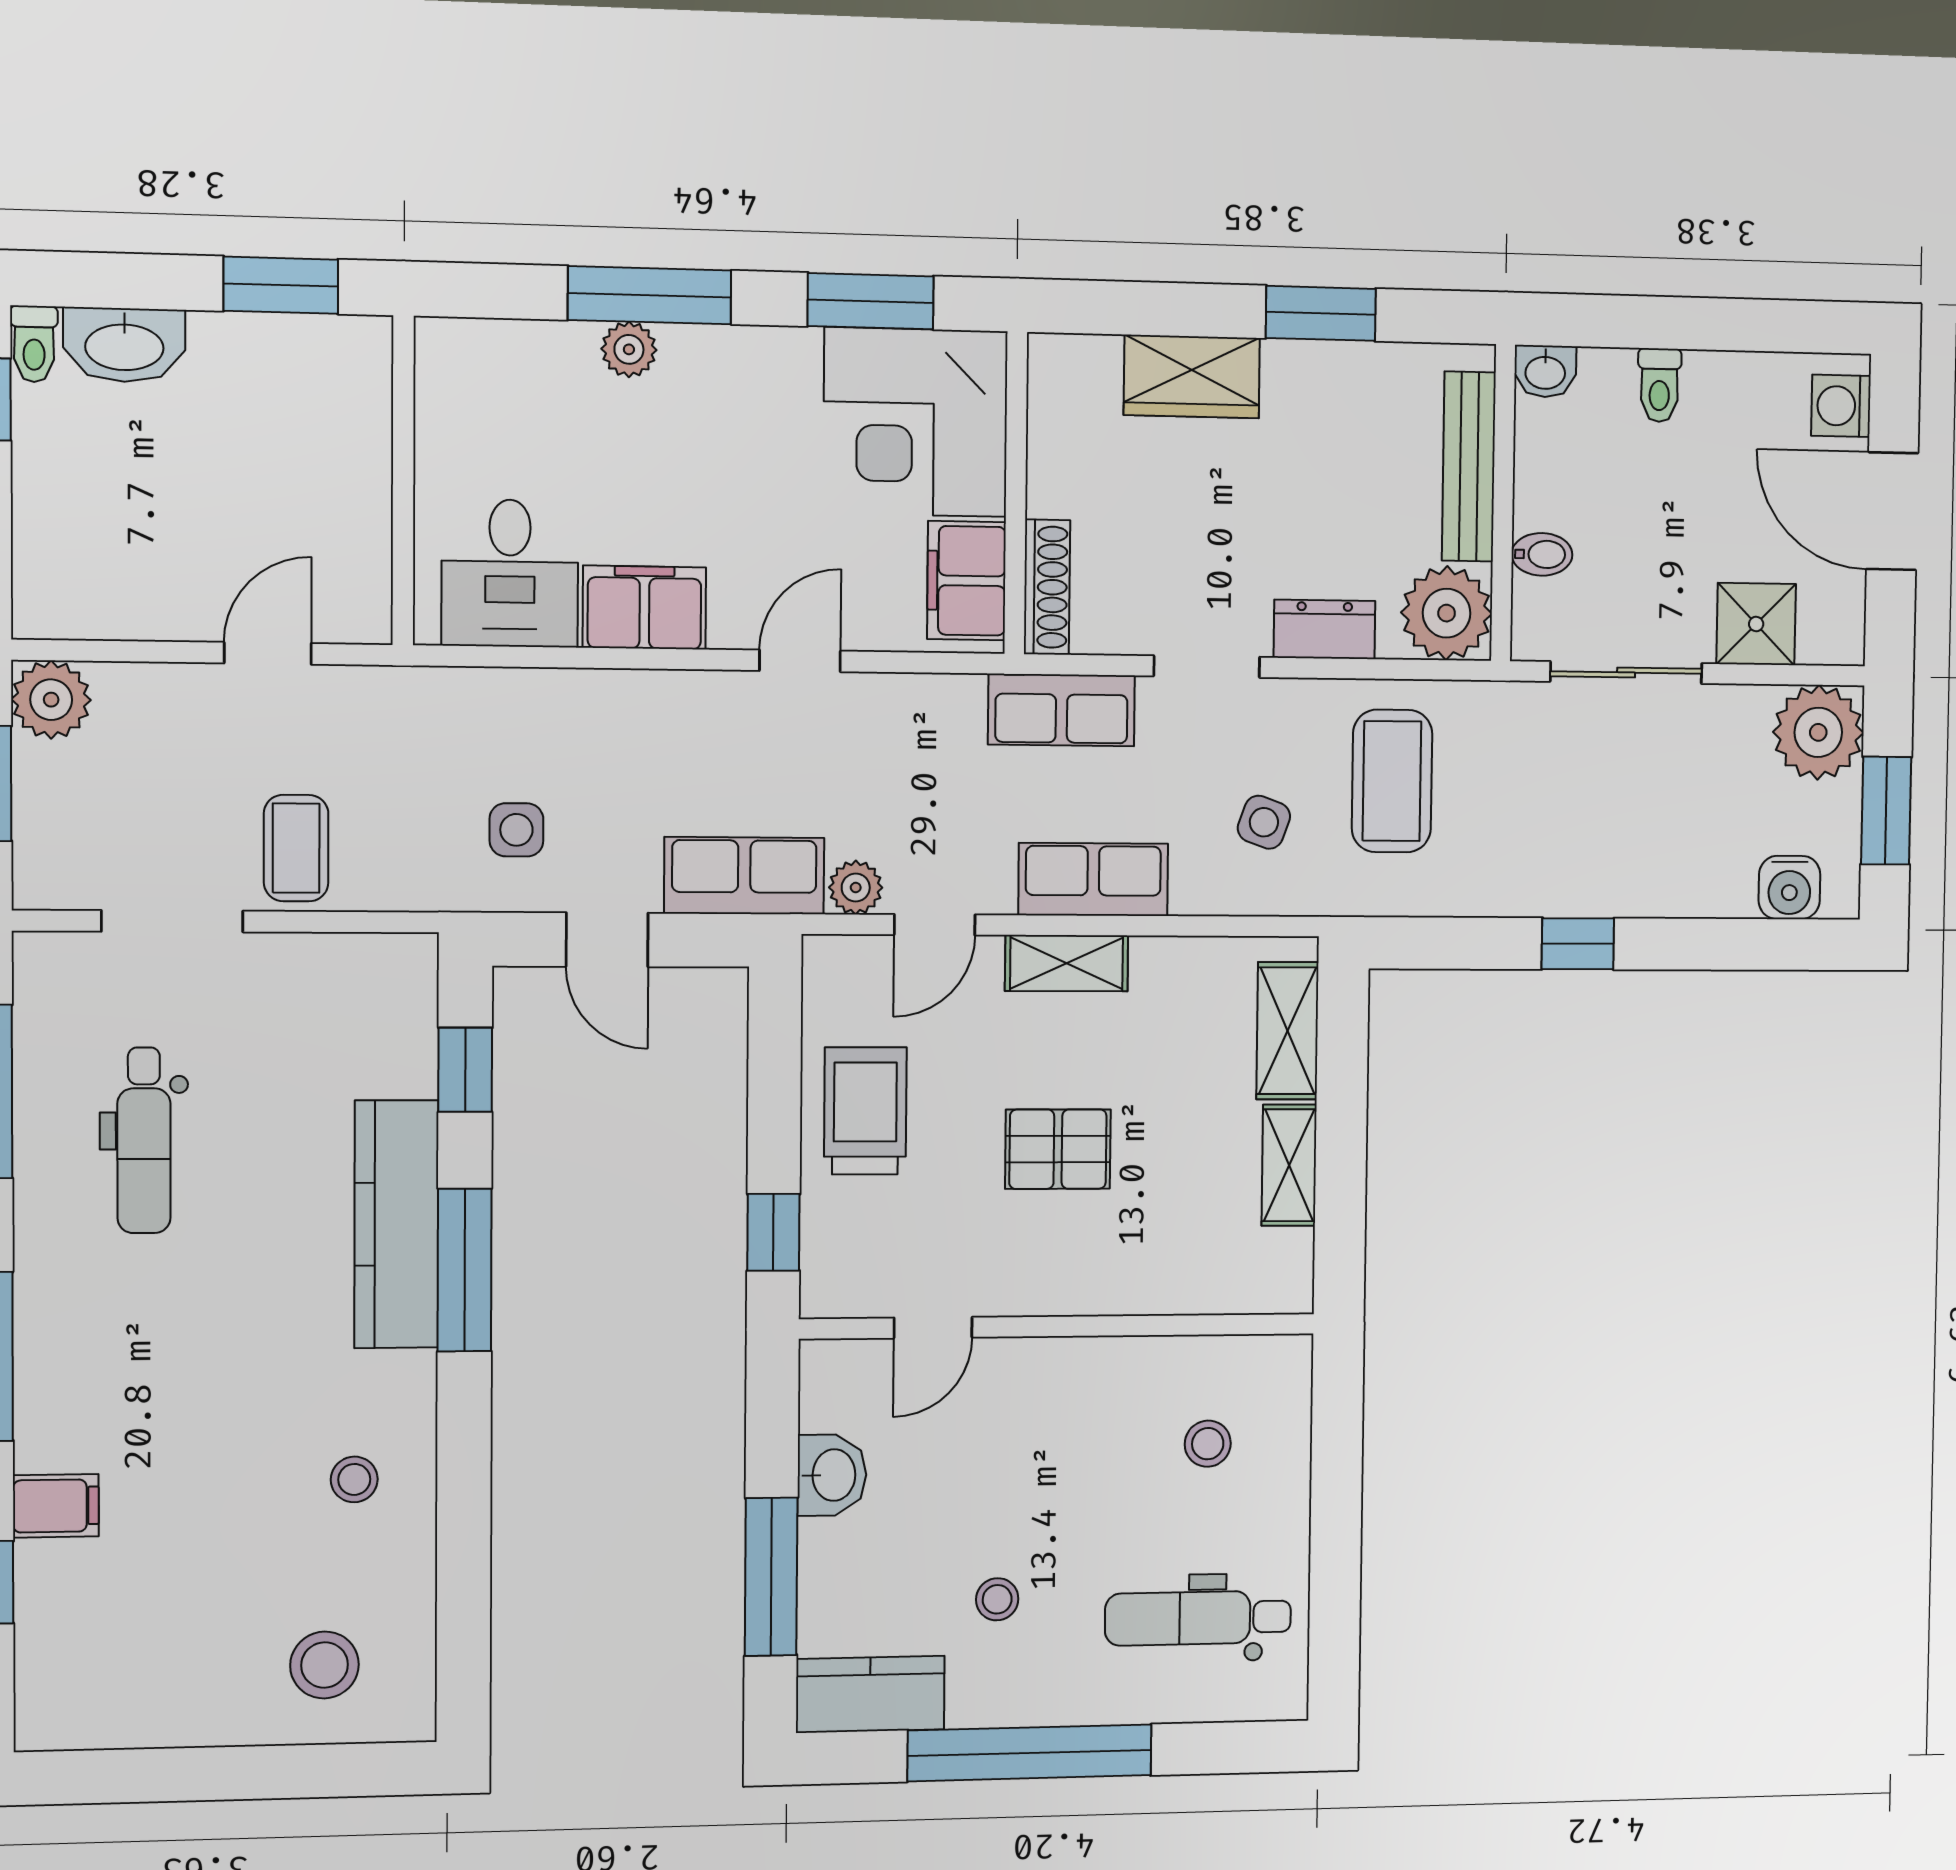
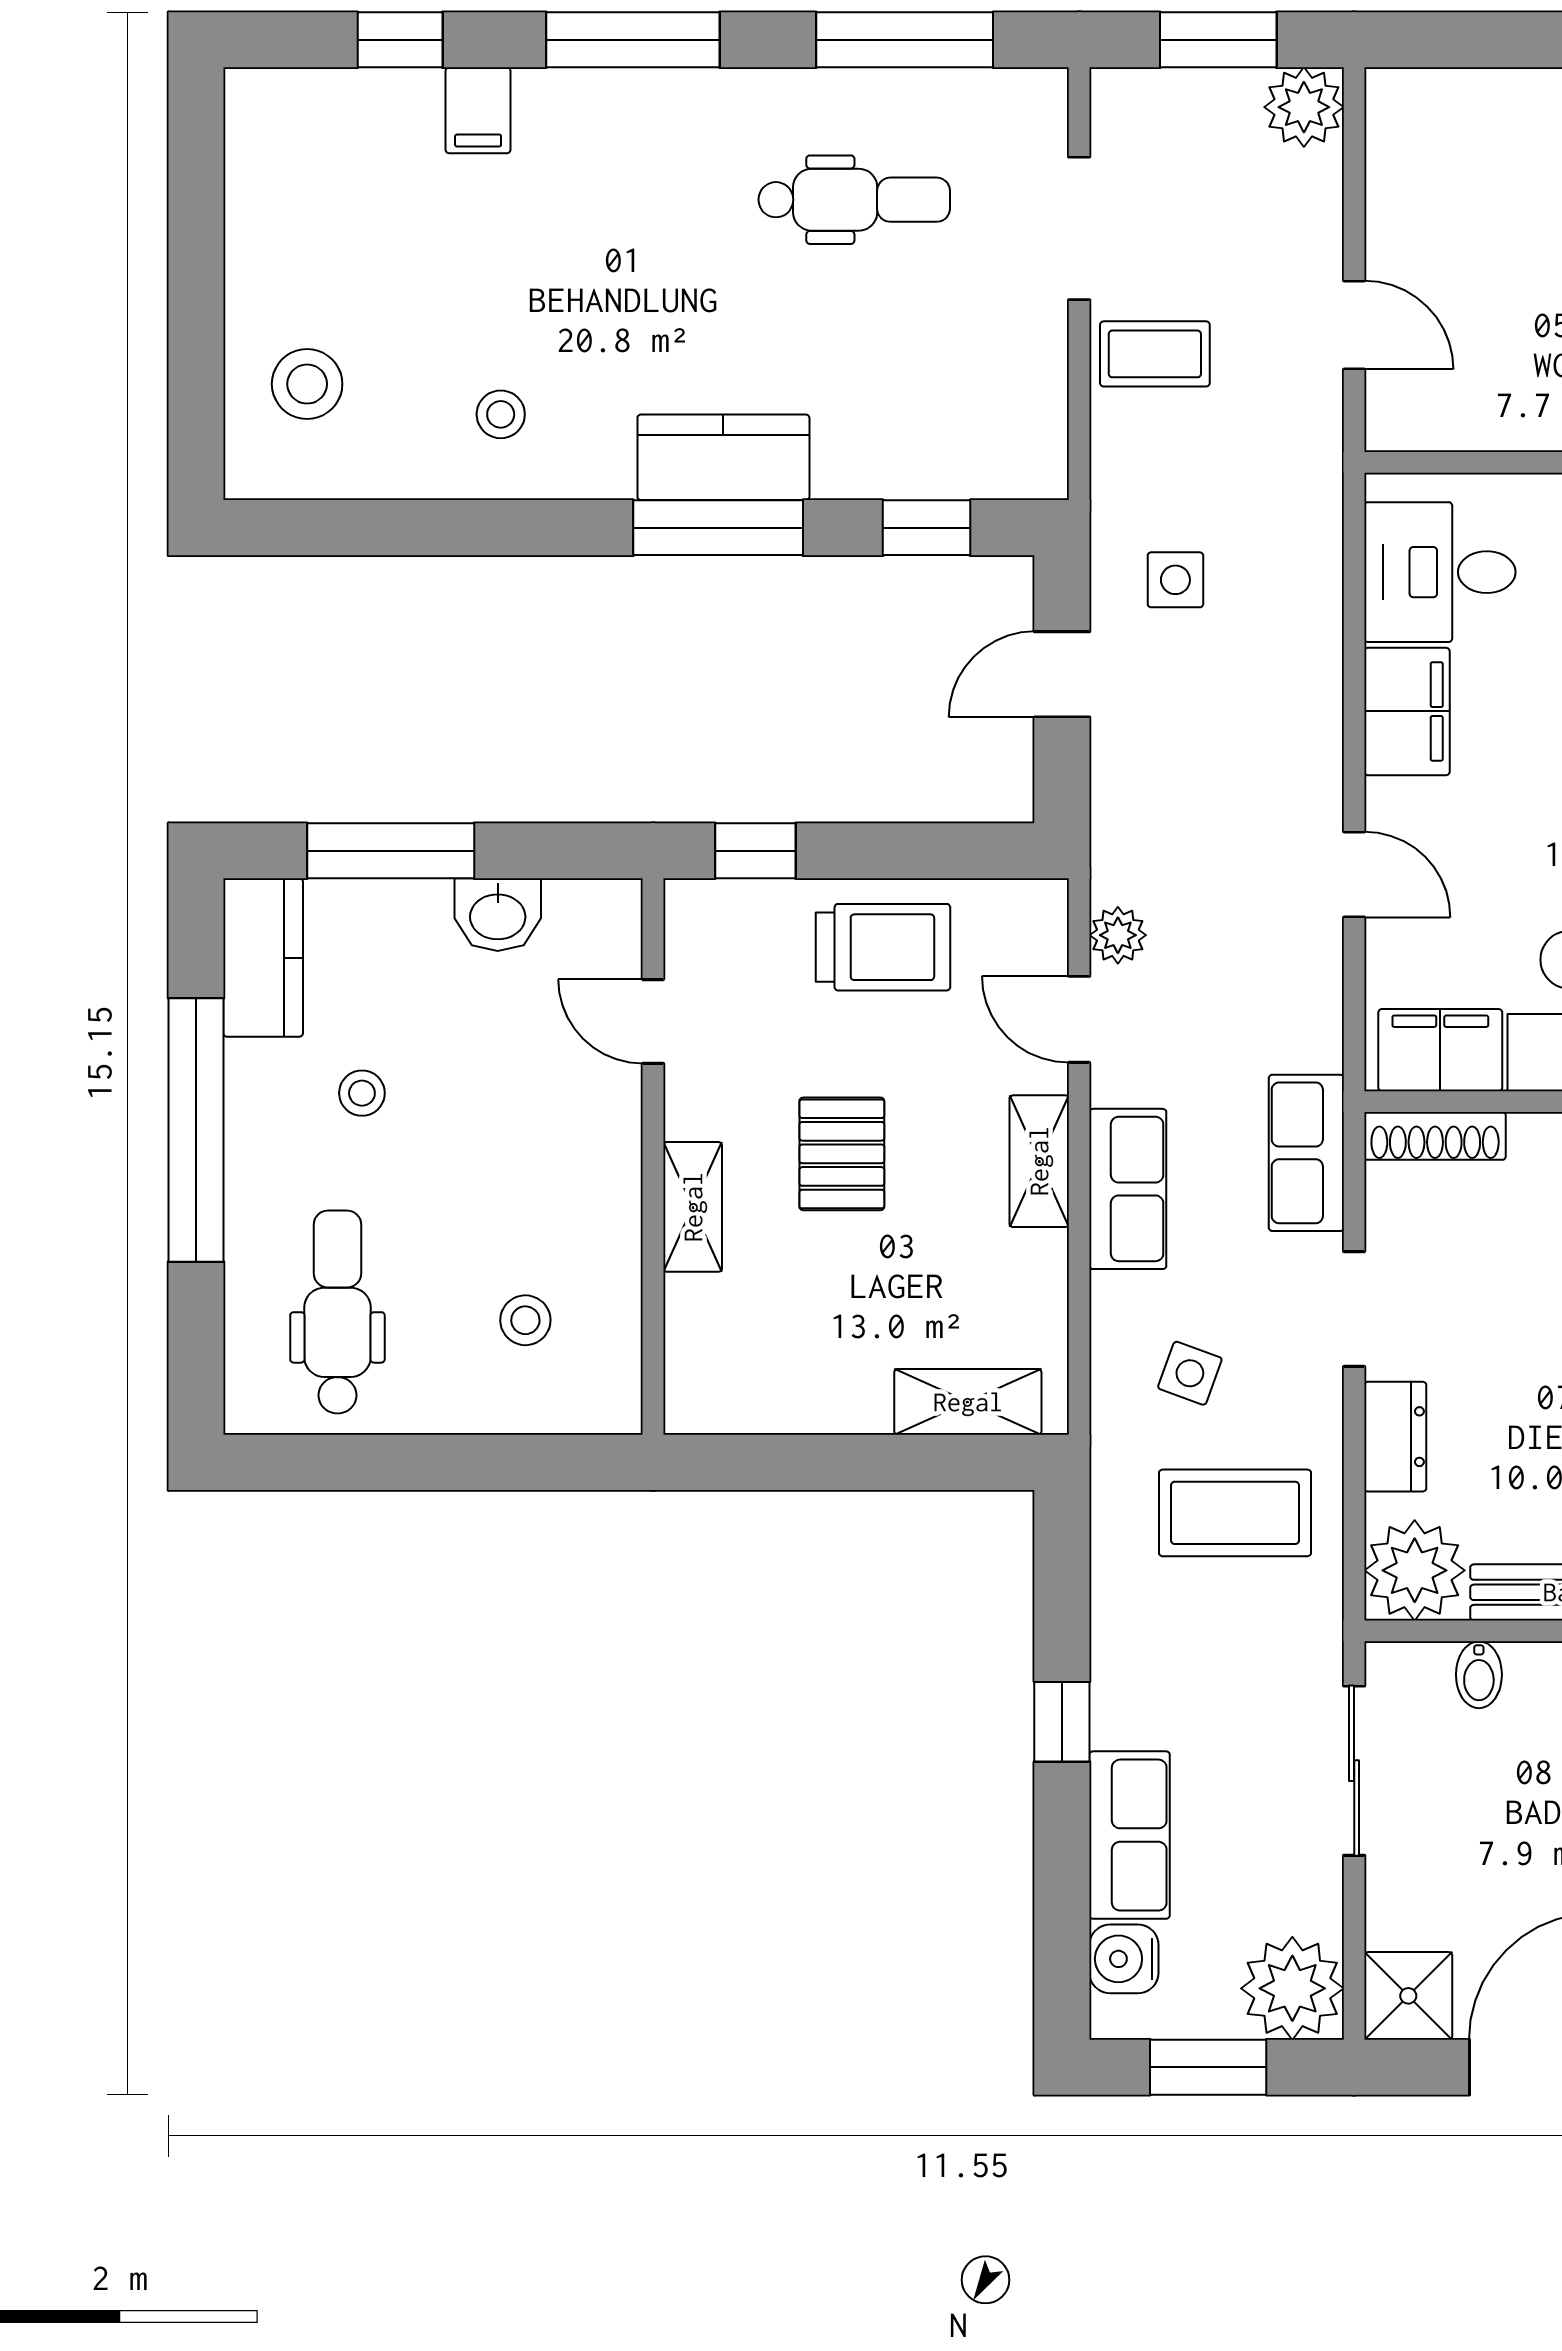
shower: (1756, 624) -> (1408, 1996), moved
row of seats: (744, 876) -> (1130, 1835), moved
dental chair: (144, 1140) -> (854, 200), turned 180
shelving: (1289, 1165) -> (693, 1207), moved, turned 90
kitchen counter: (396, 1224) -> (723, 457), width x0.67

